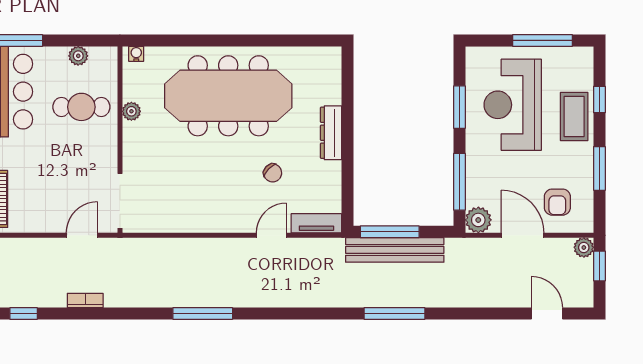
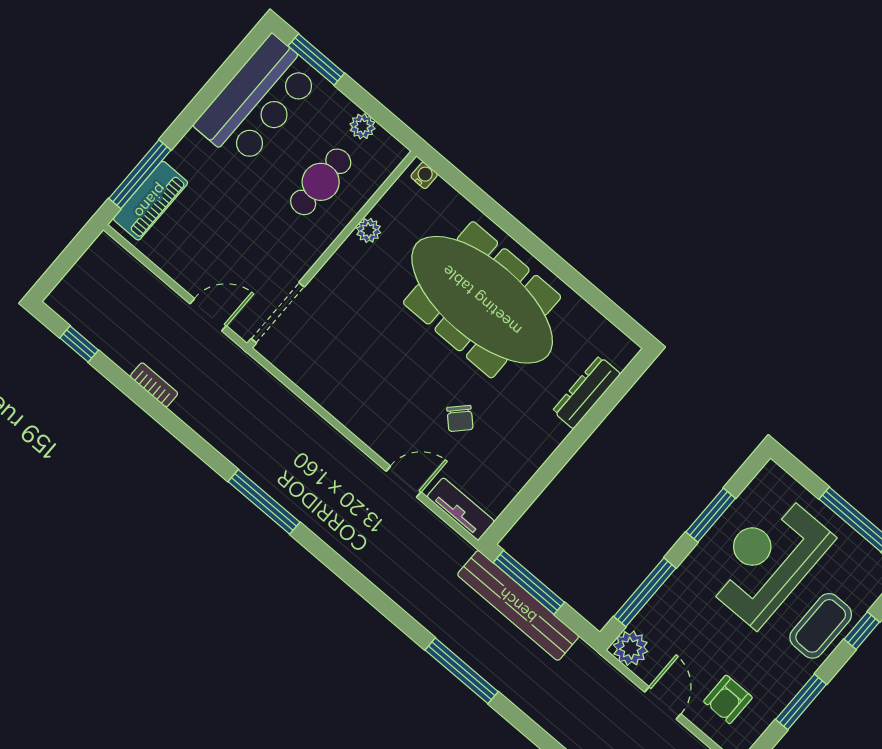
cafe table: (81, 107) -> (321, 182), turned 90
dresser: (331, 133) -> (586, 392), moved
door: (522, 235) -> (663, 703), width x0.73

